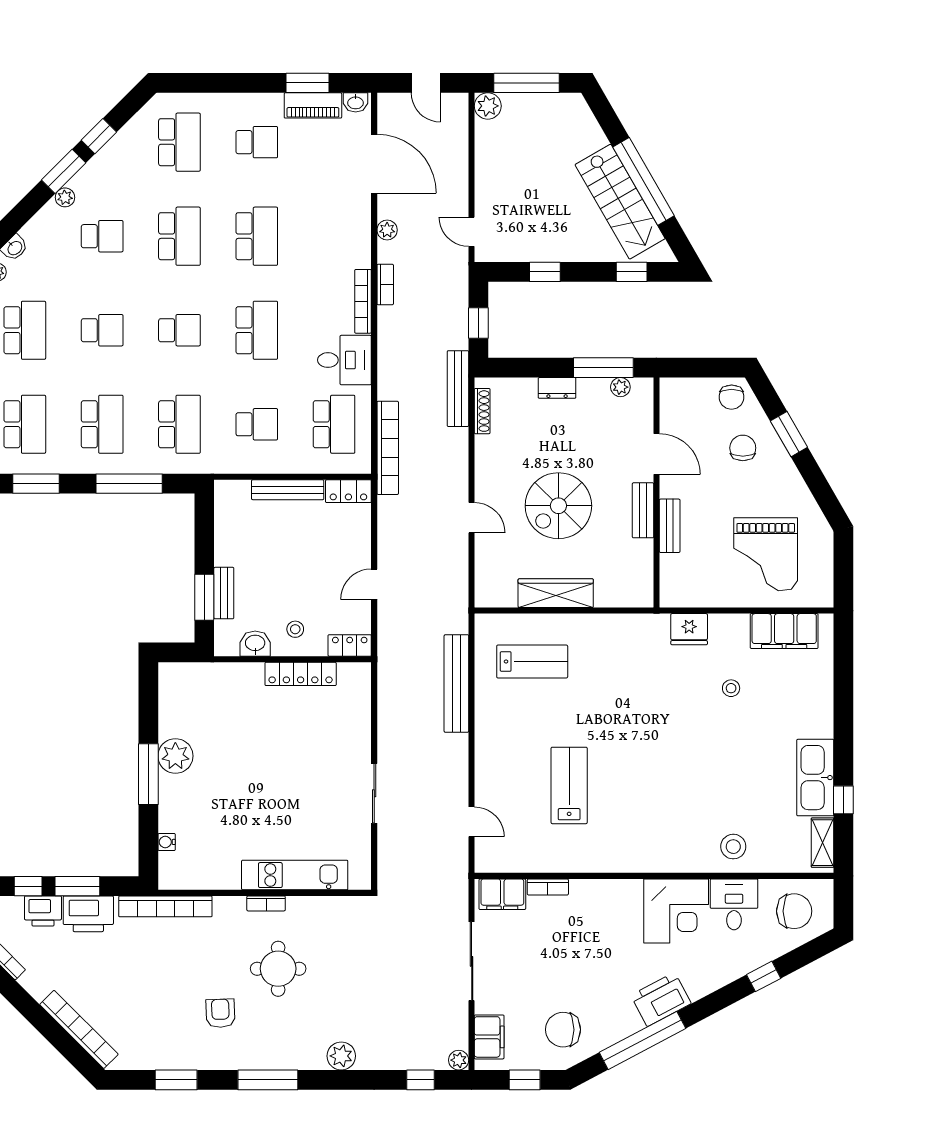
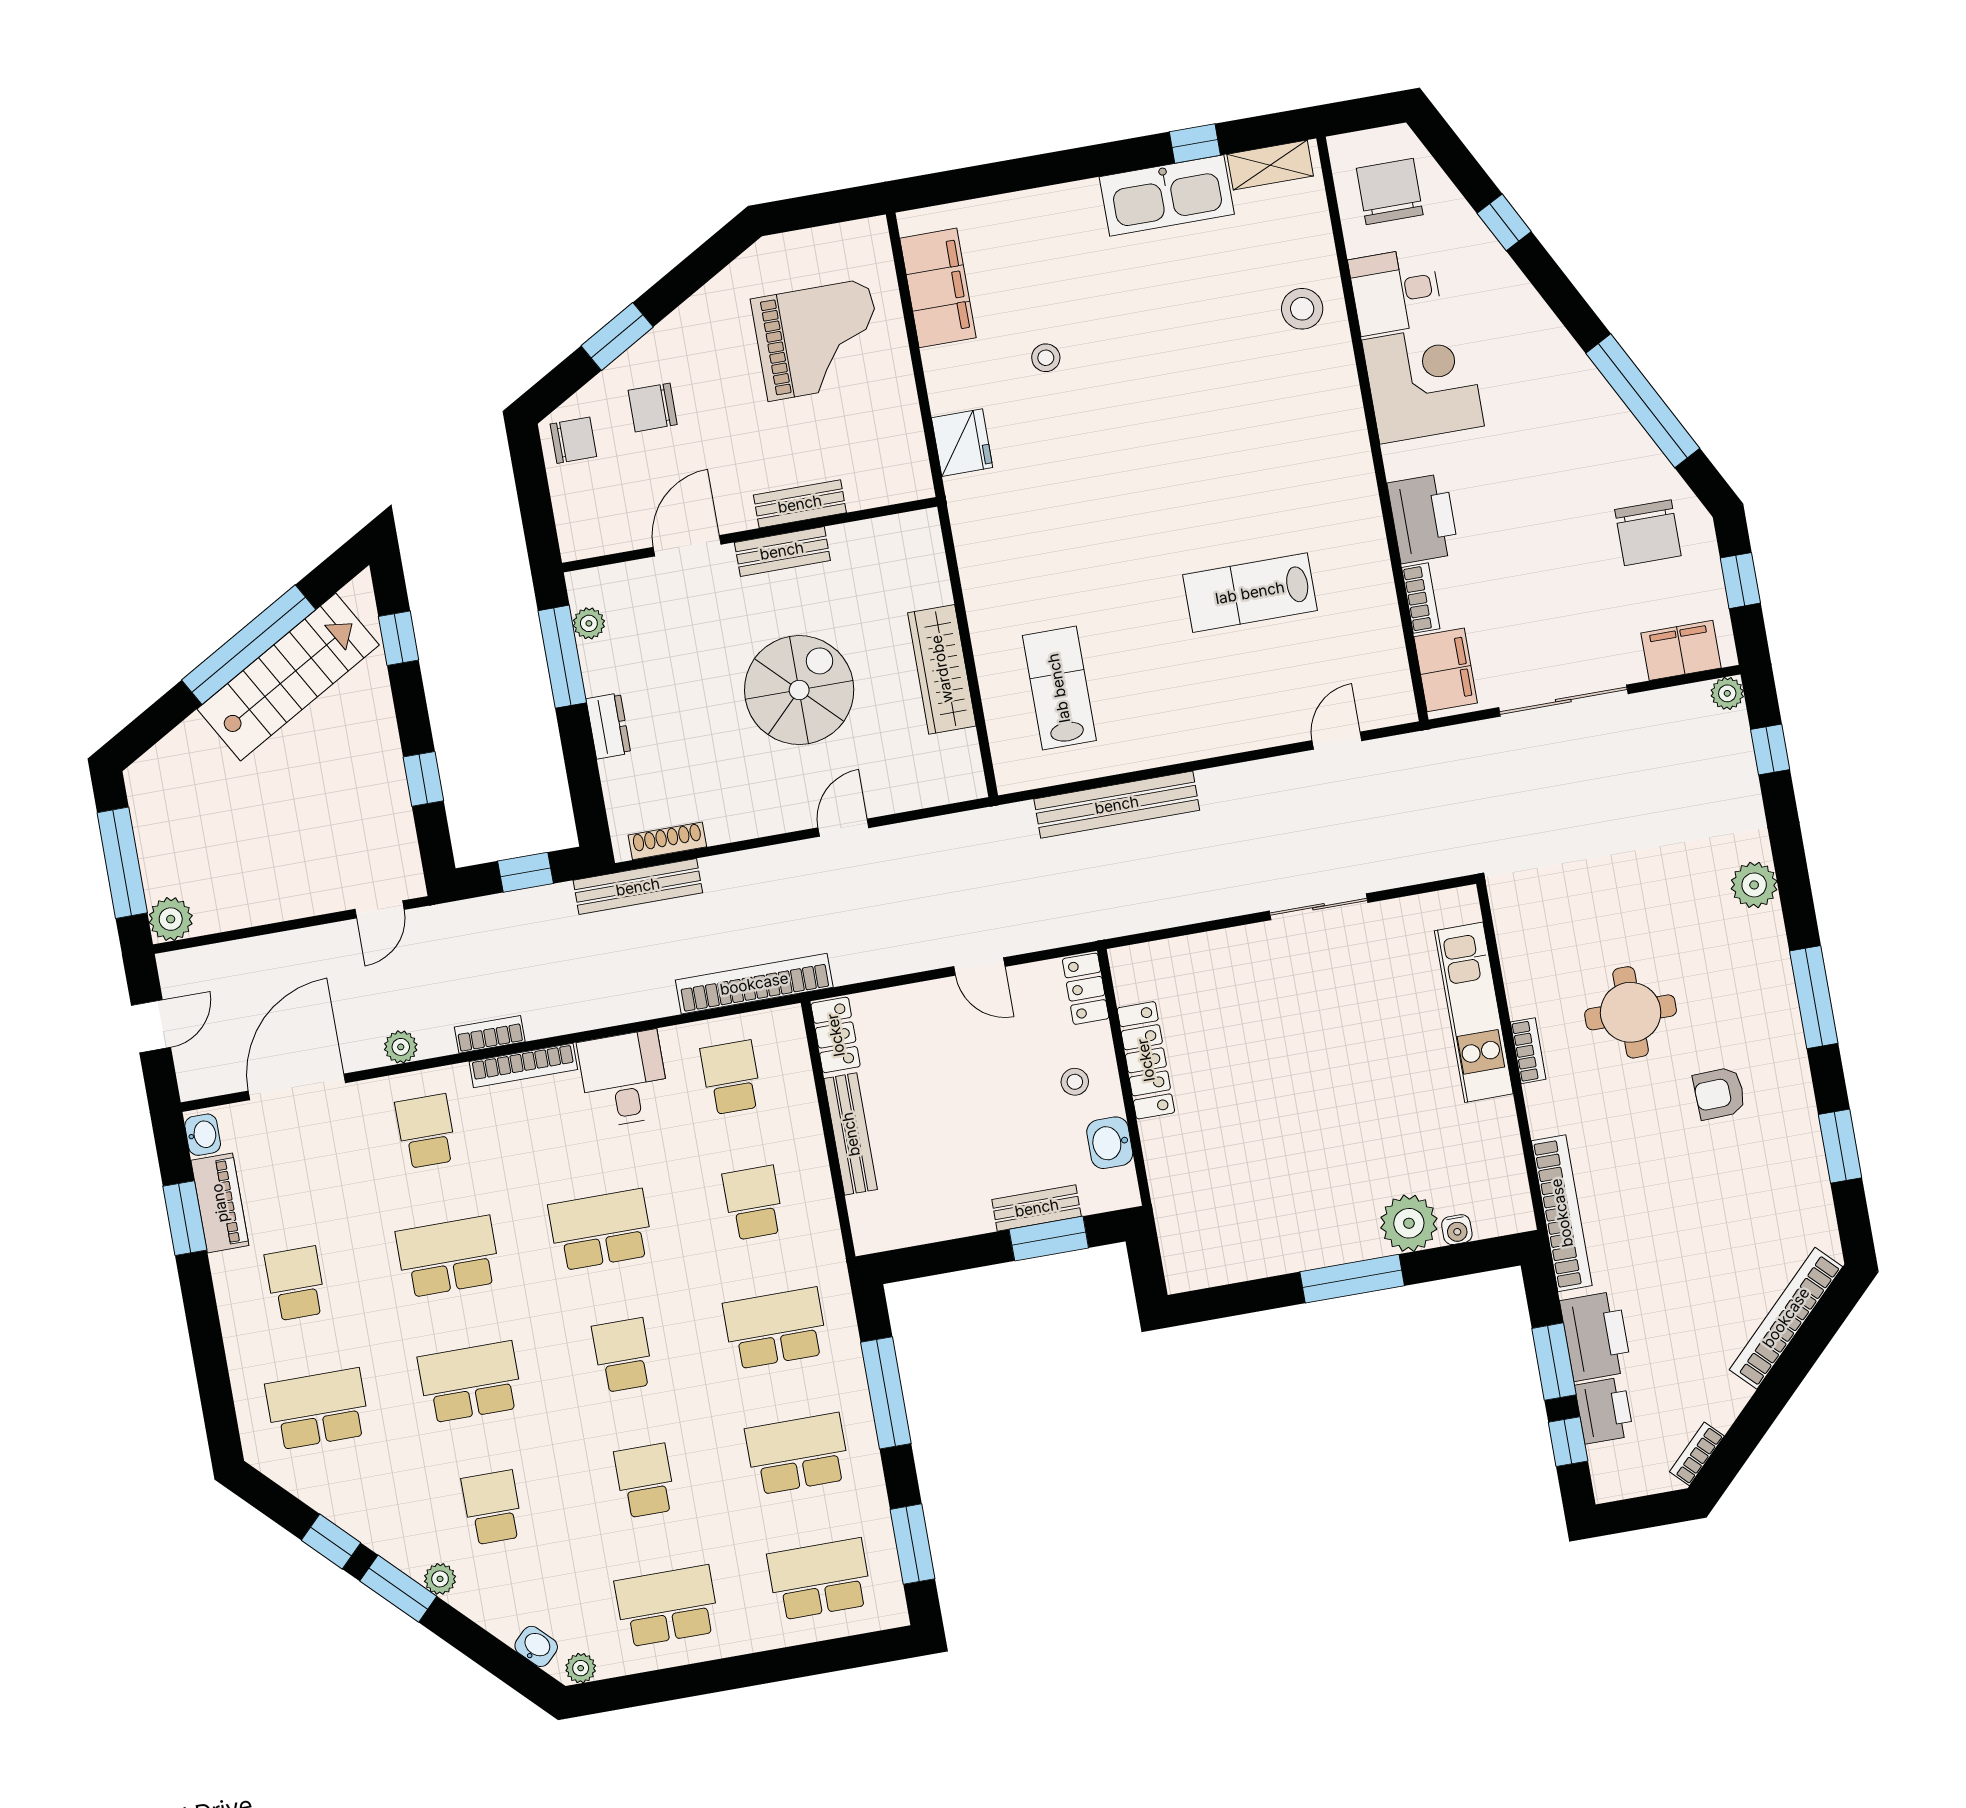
school desk: (334, 236) -> (426, 1131), added
school desk: (334, 424) -> (731, 1077), width x0.54
spiral stairs: (558, 506) -> (799, 690), turned -90
plant: (175, 756) -> (1409, 1223), moved
printer: (661, 999) -> (1423, 518), moved, turned -152

